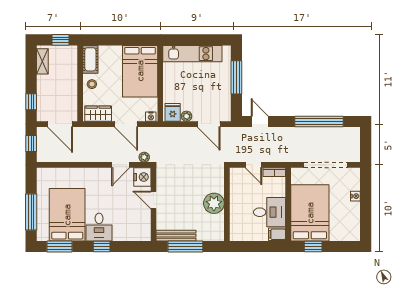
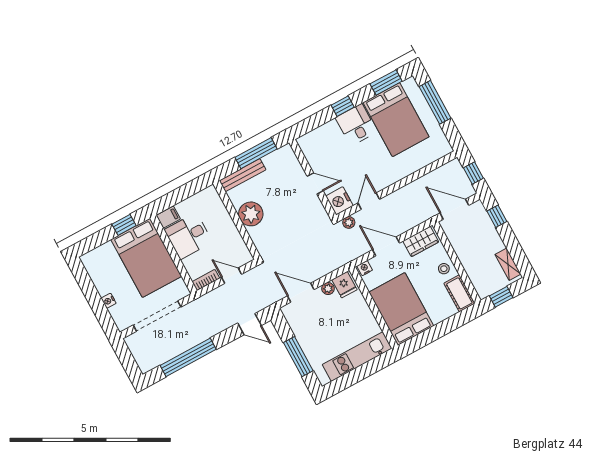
bench: (176, 236) -> (243, 175), moved

